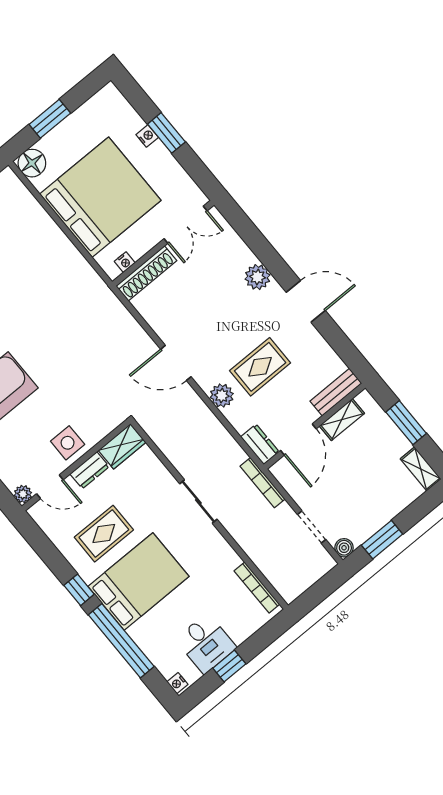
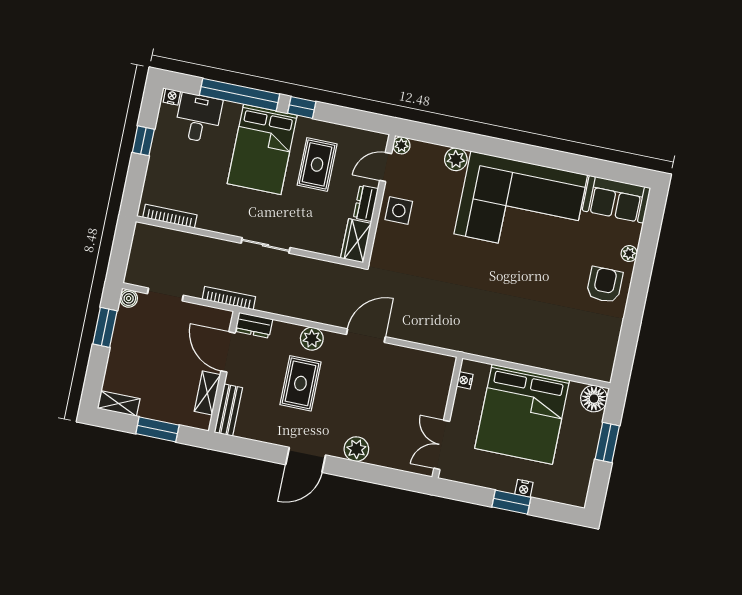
shoe rack: (146, 273) -> (442, 385), removed
desk: (206, 643) -> (198, 118), moved, turned 90

